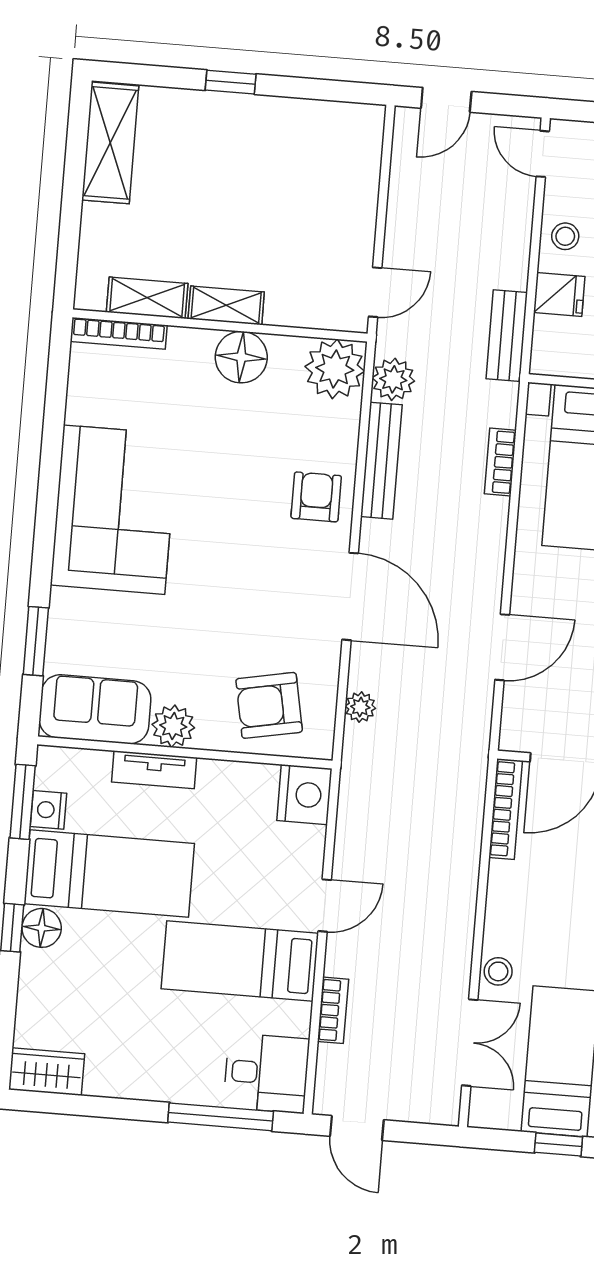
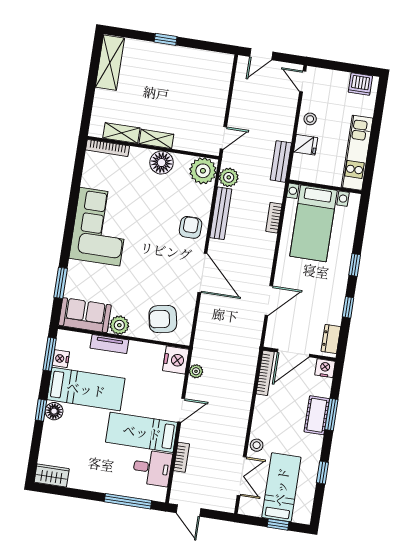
plant: (360, 707) -> (196, 371), moved
desk: (266, 1073) -> (152, 468), moved

